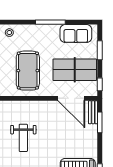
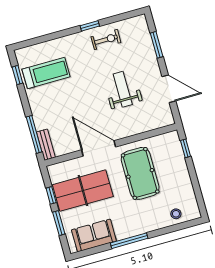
window: (100, 84) -> (51, 195), moved
door: (71, 98) -> (99, 148), moved
window: (100, 122) -> (34, 134), width x1.44

